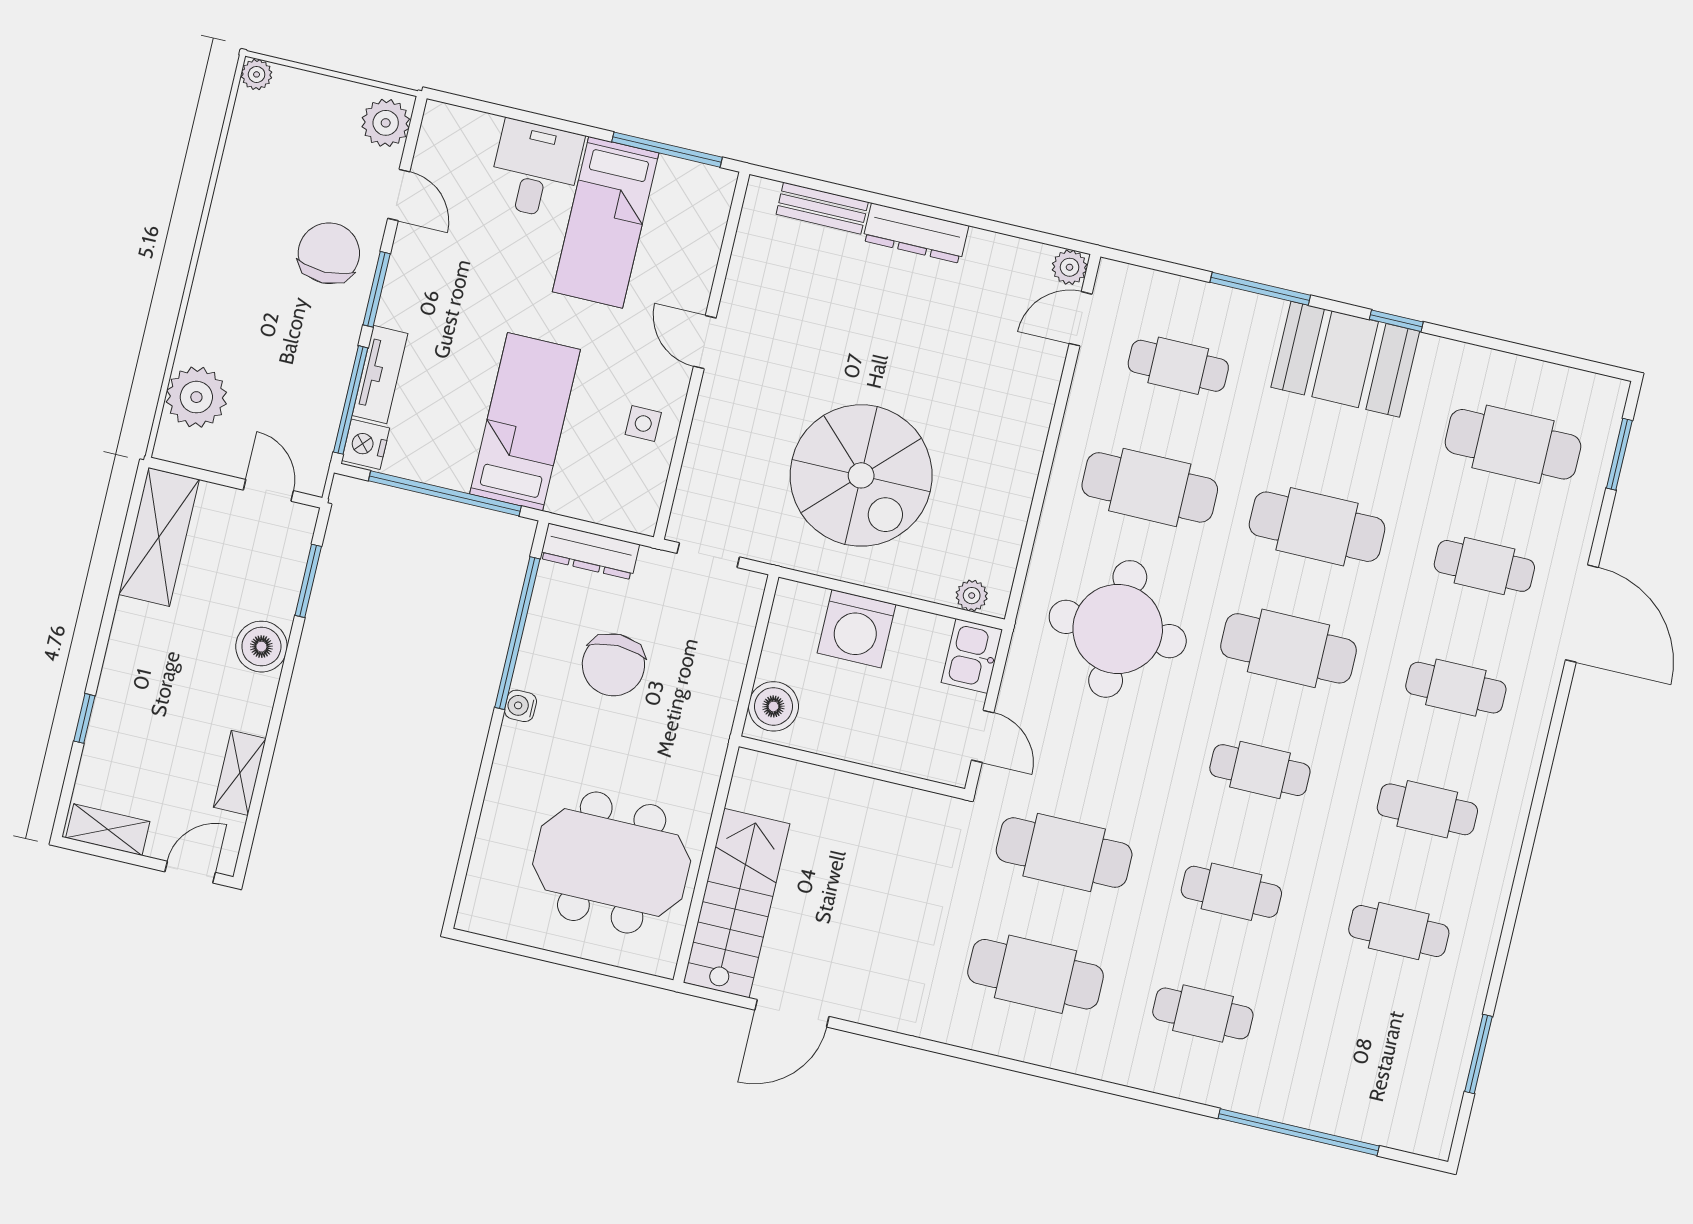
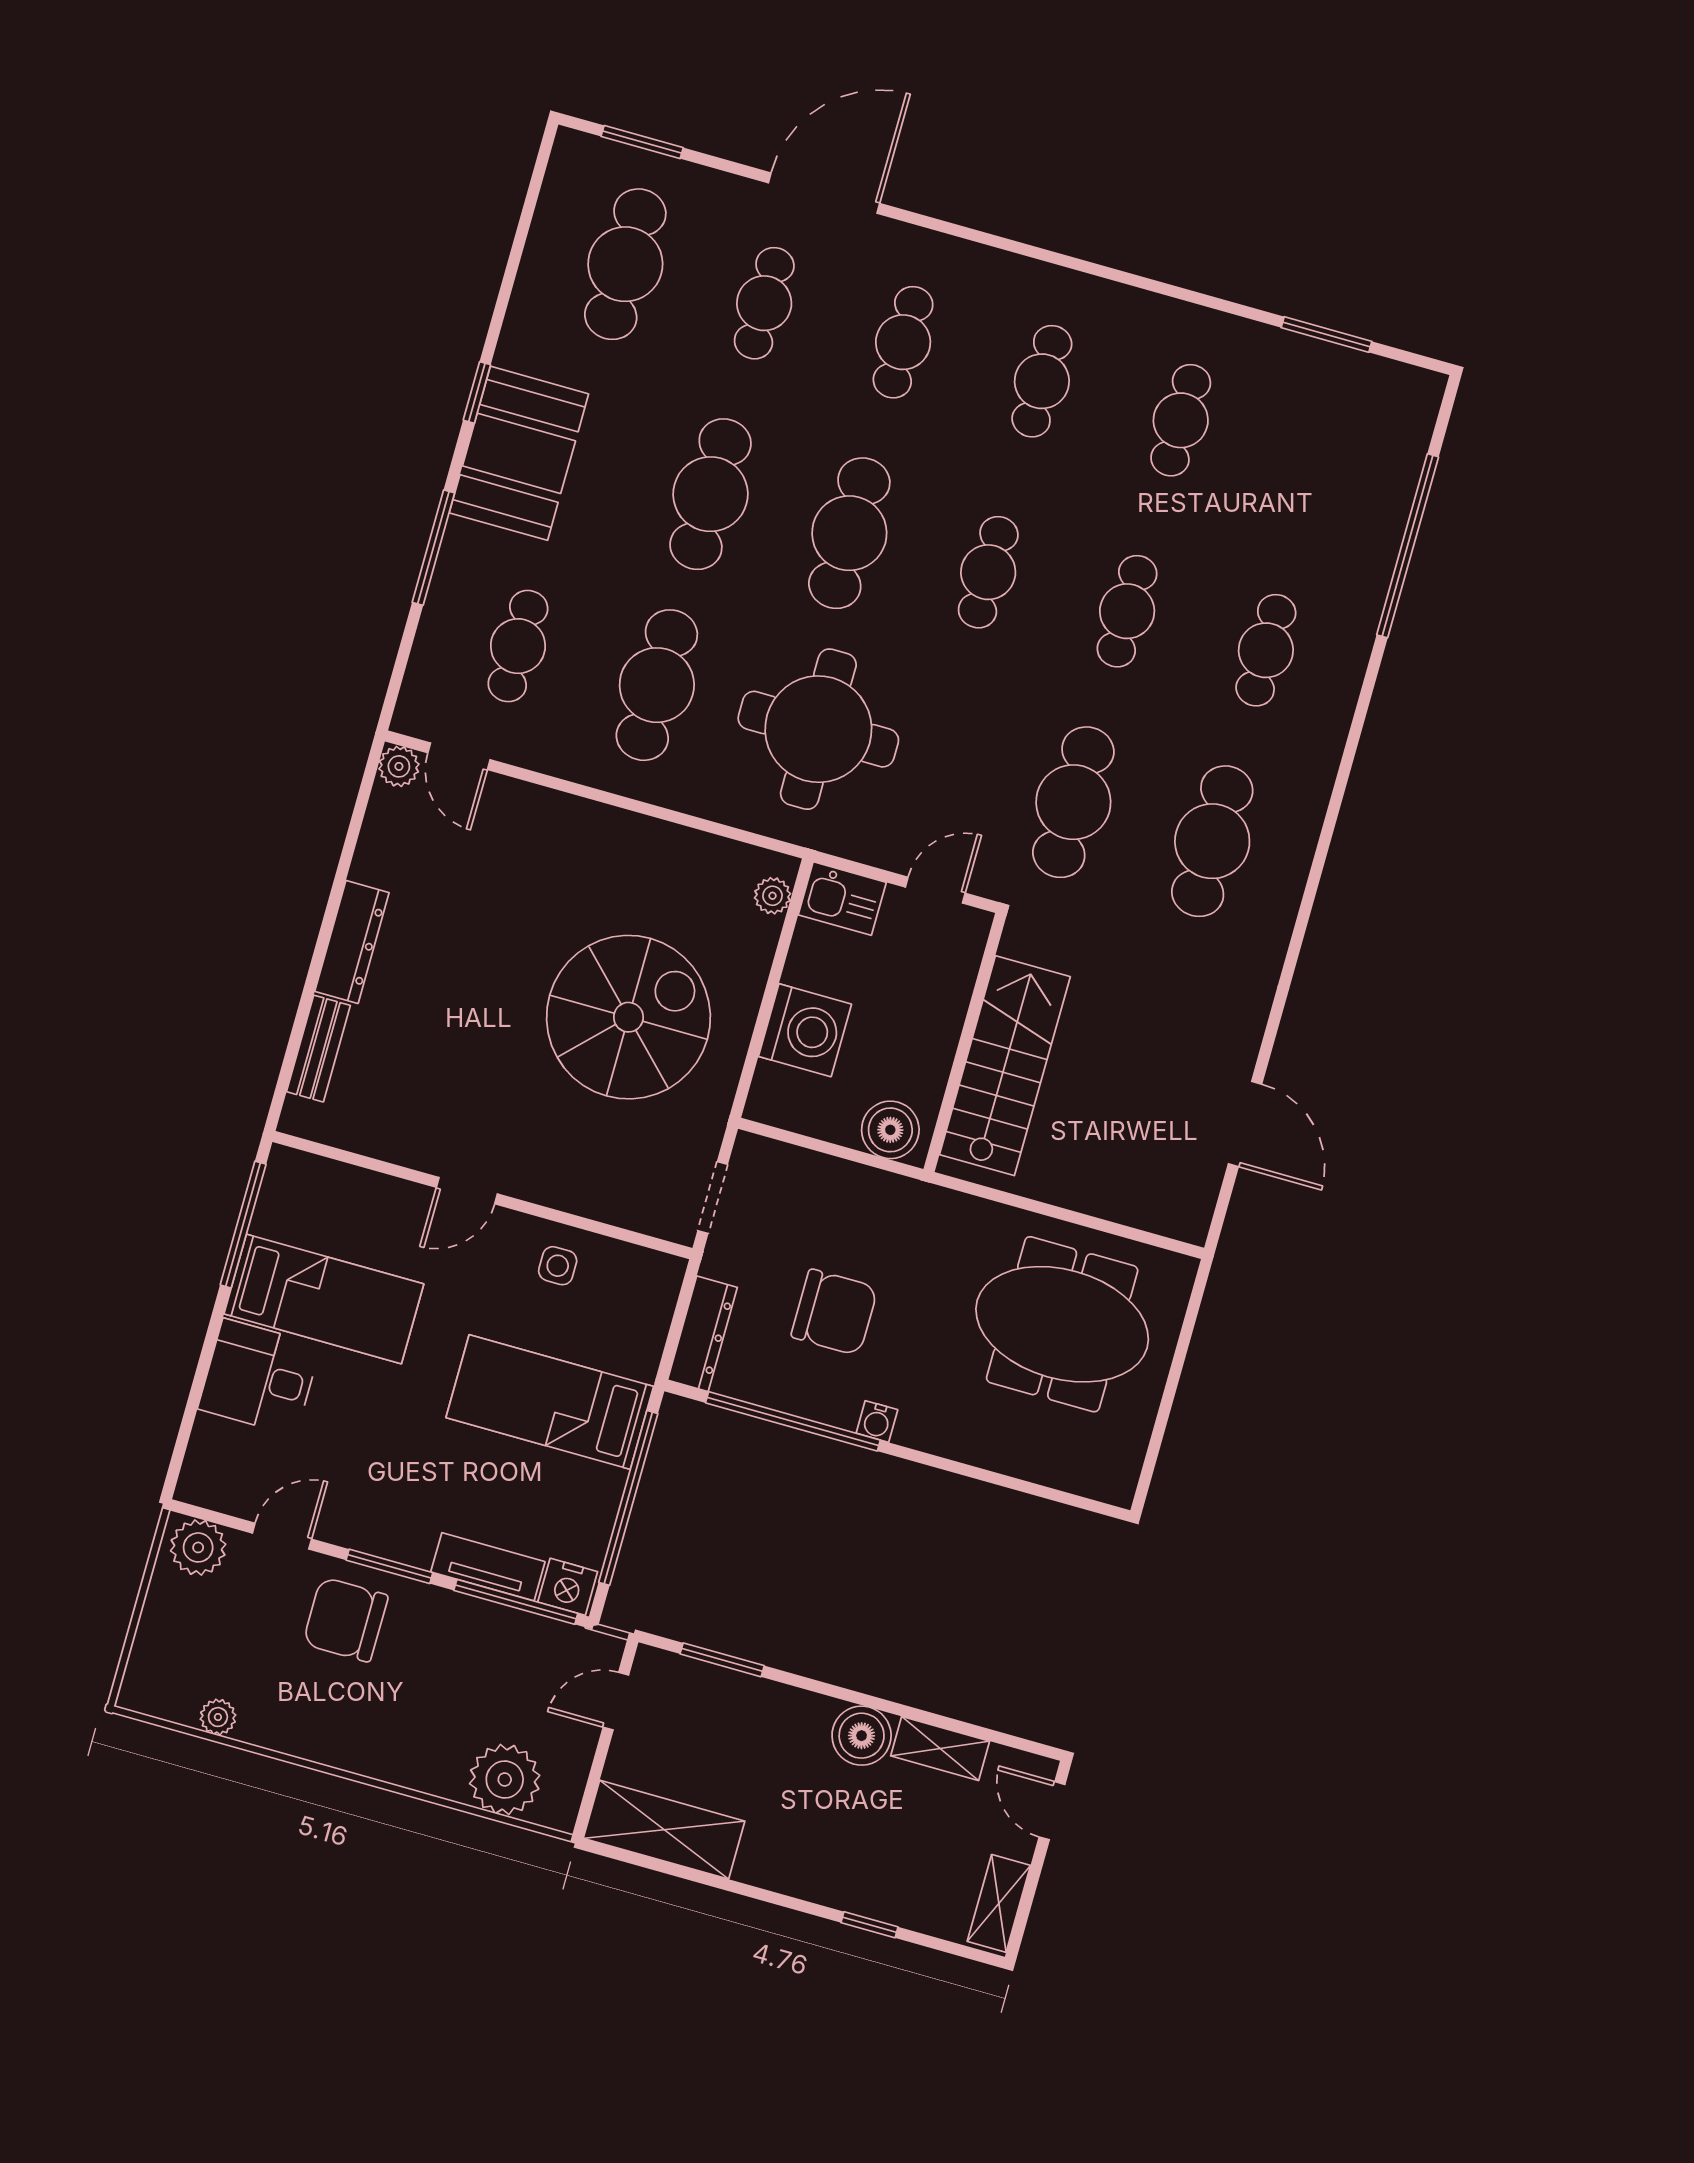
plant: (257, 74) -> (218, 1717), moved
boiler: (261, 647) -> (862, 1736), moved
meeting table: (612, 863) -> (1062, 1324), turned 90
stairs: (736, 903) -> (1005, 1066), moved, turned 90

